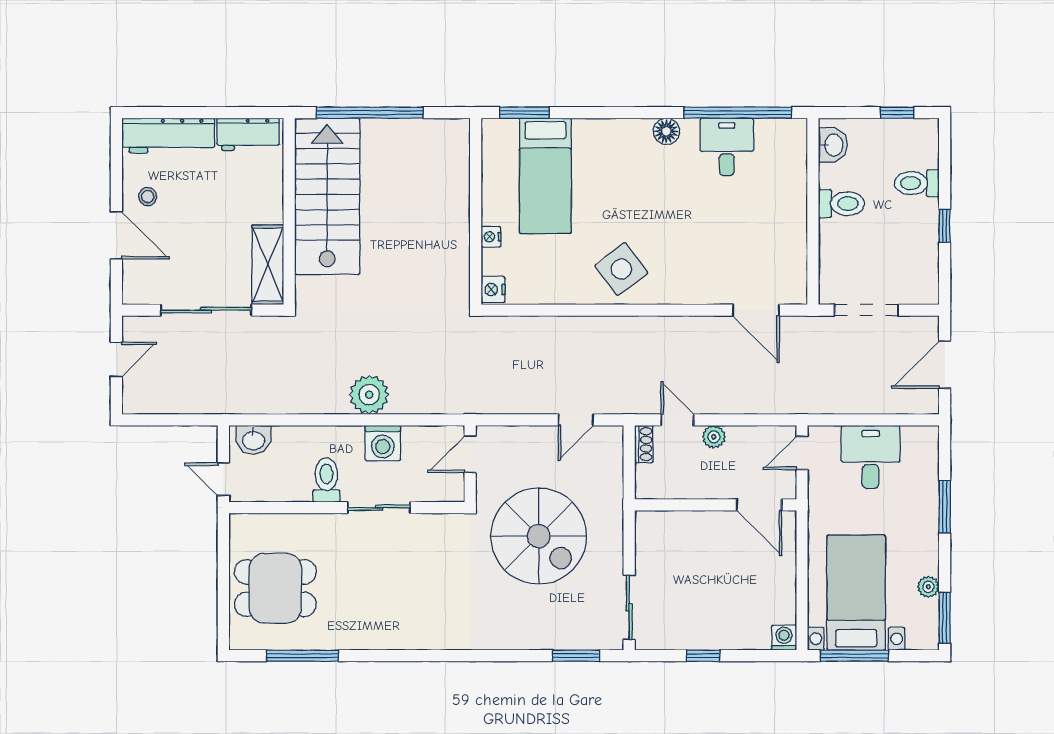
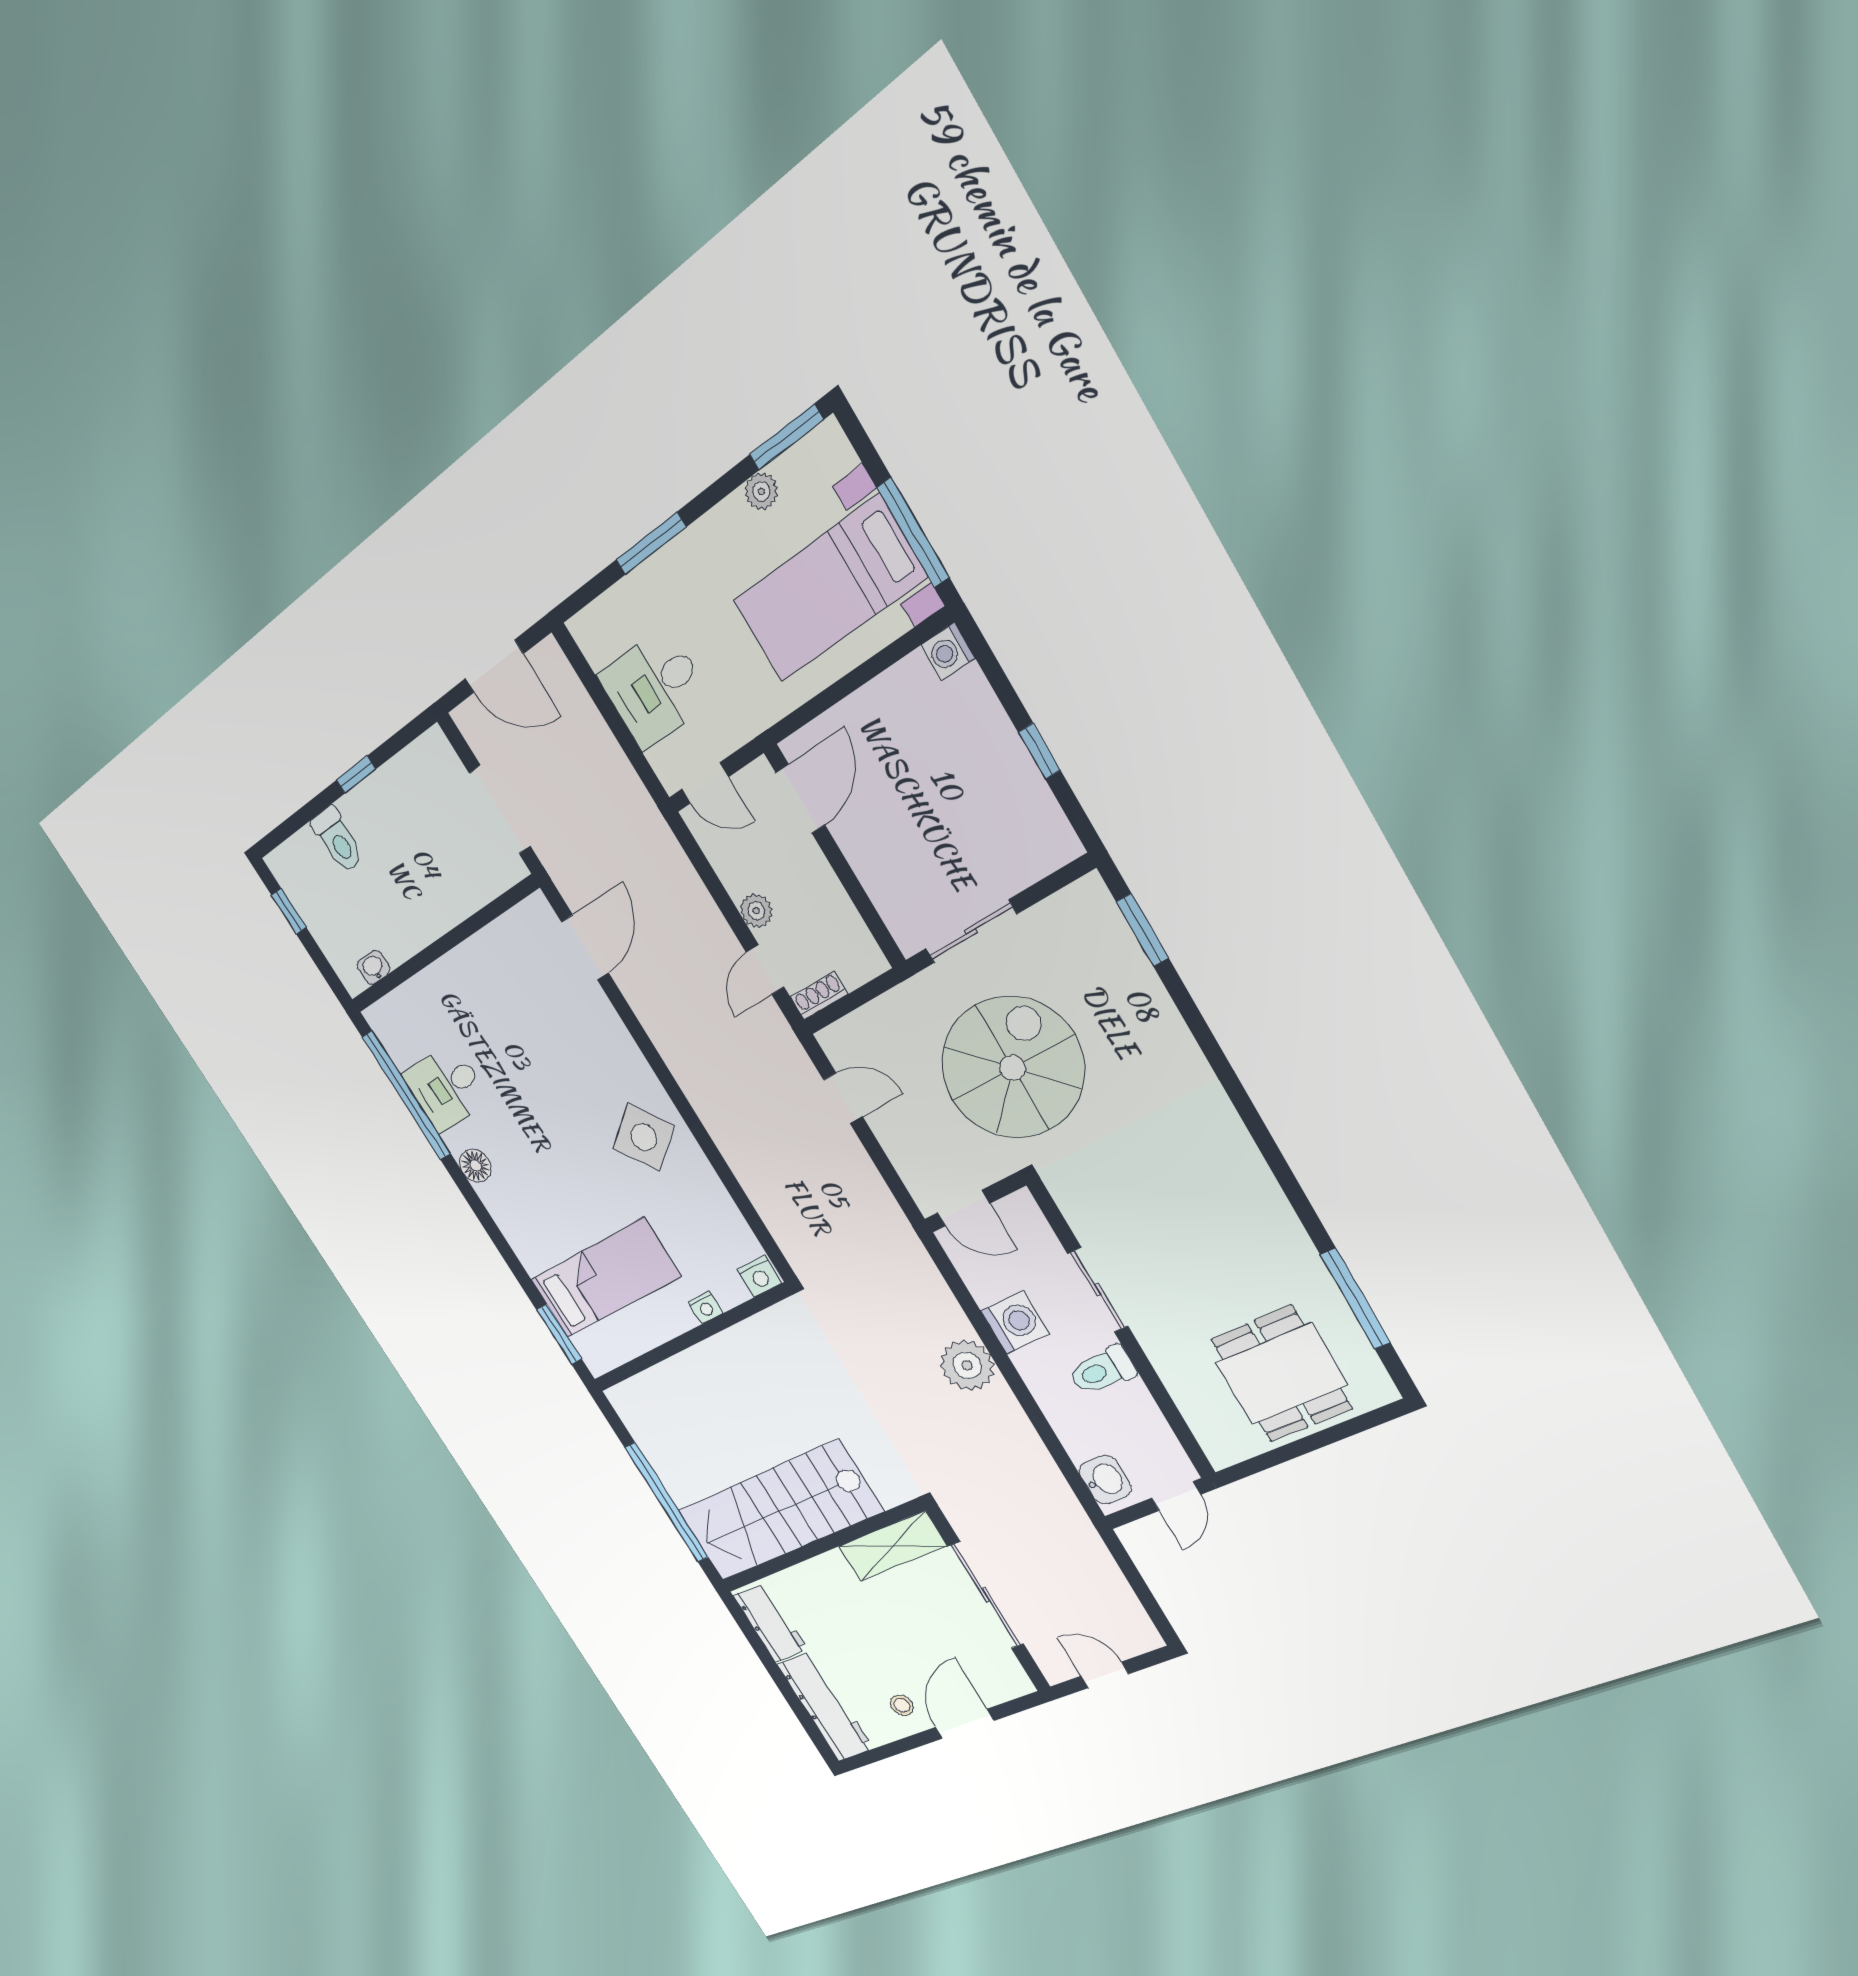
washbasin: (833, 145) -> (373, 967), width x0.72, depth x0.69
toilet: (842, 204) -> (414, 916), removed
sliding door: (629, 607) -> (971, 931), moved

